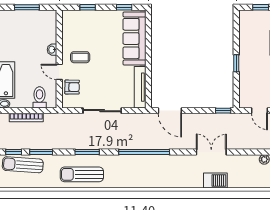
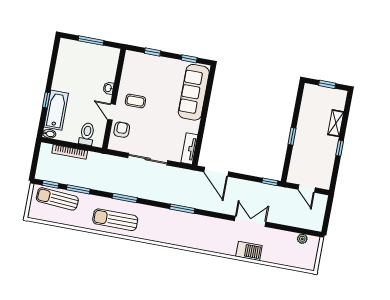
armchair: (72, 87) -> (122, 130), turned -91
tv unit: (140, 87) -> (189, 149), width x0.71
window: (144, 152) -> (182, 209), width x0.47

